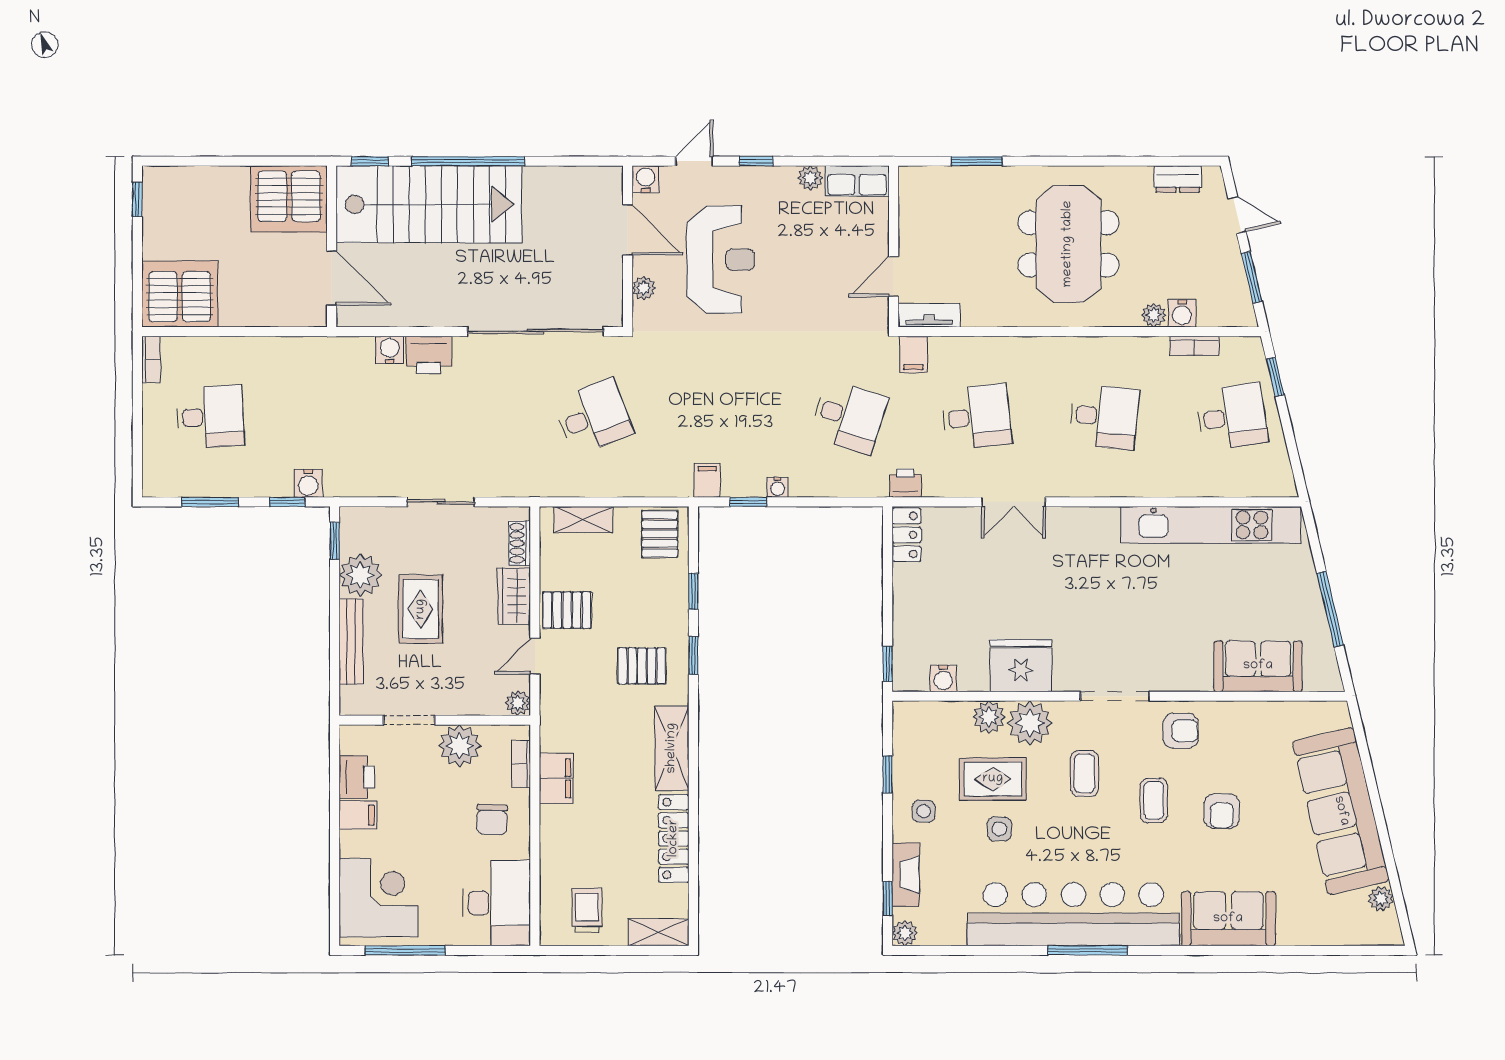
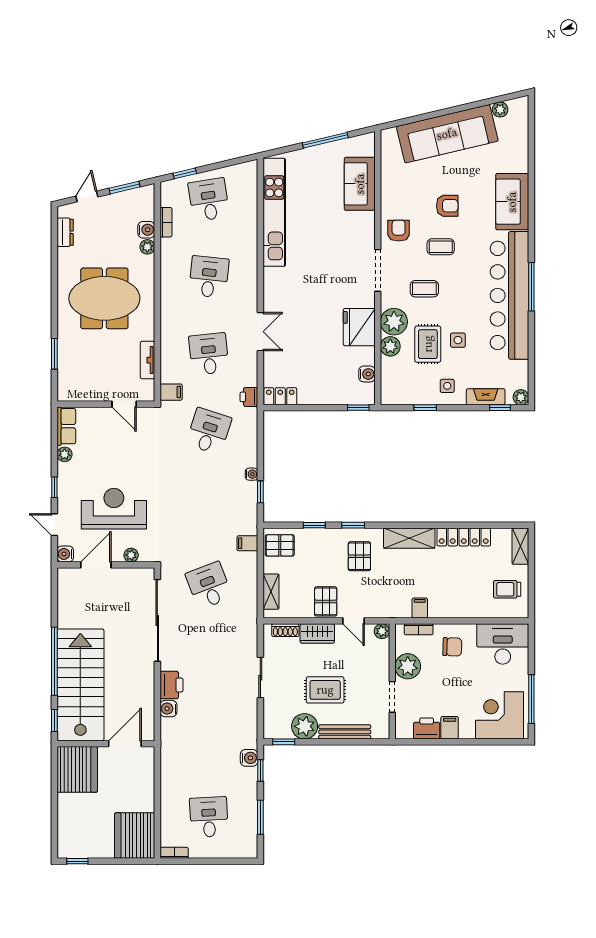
tv unit: (929, 315) -> (147, 360), moved
filing cabinet: (707, 480) -> (247, 543), moved
filing cabinet: (556, 778) -> (420, 608), width x0.50

